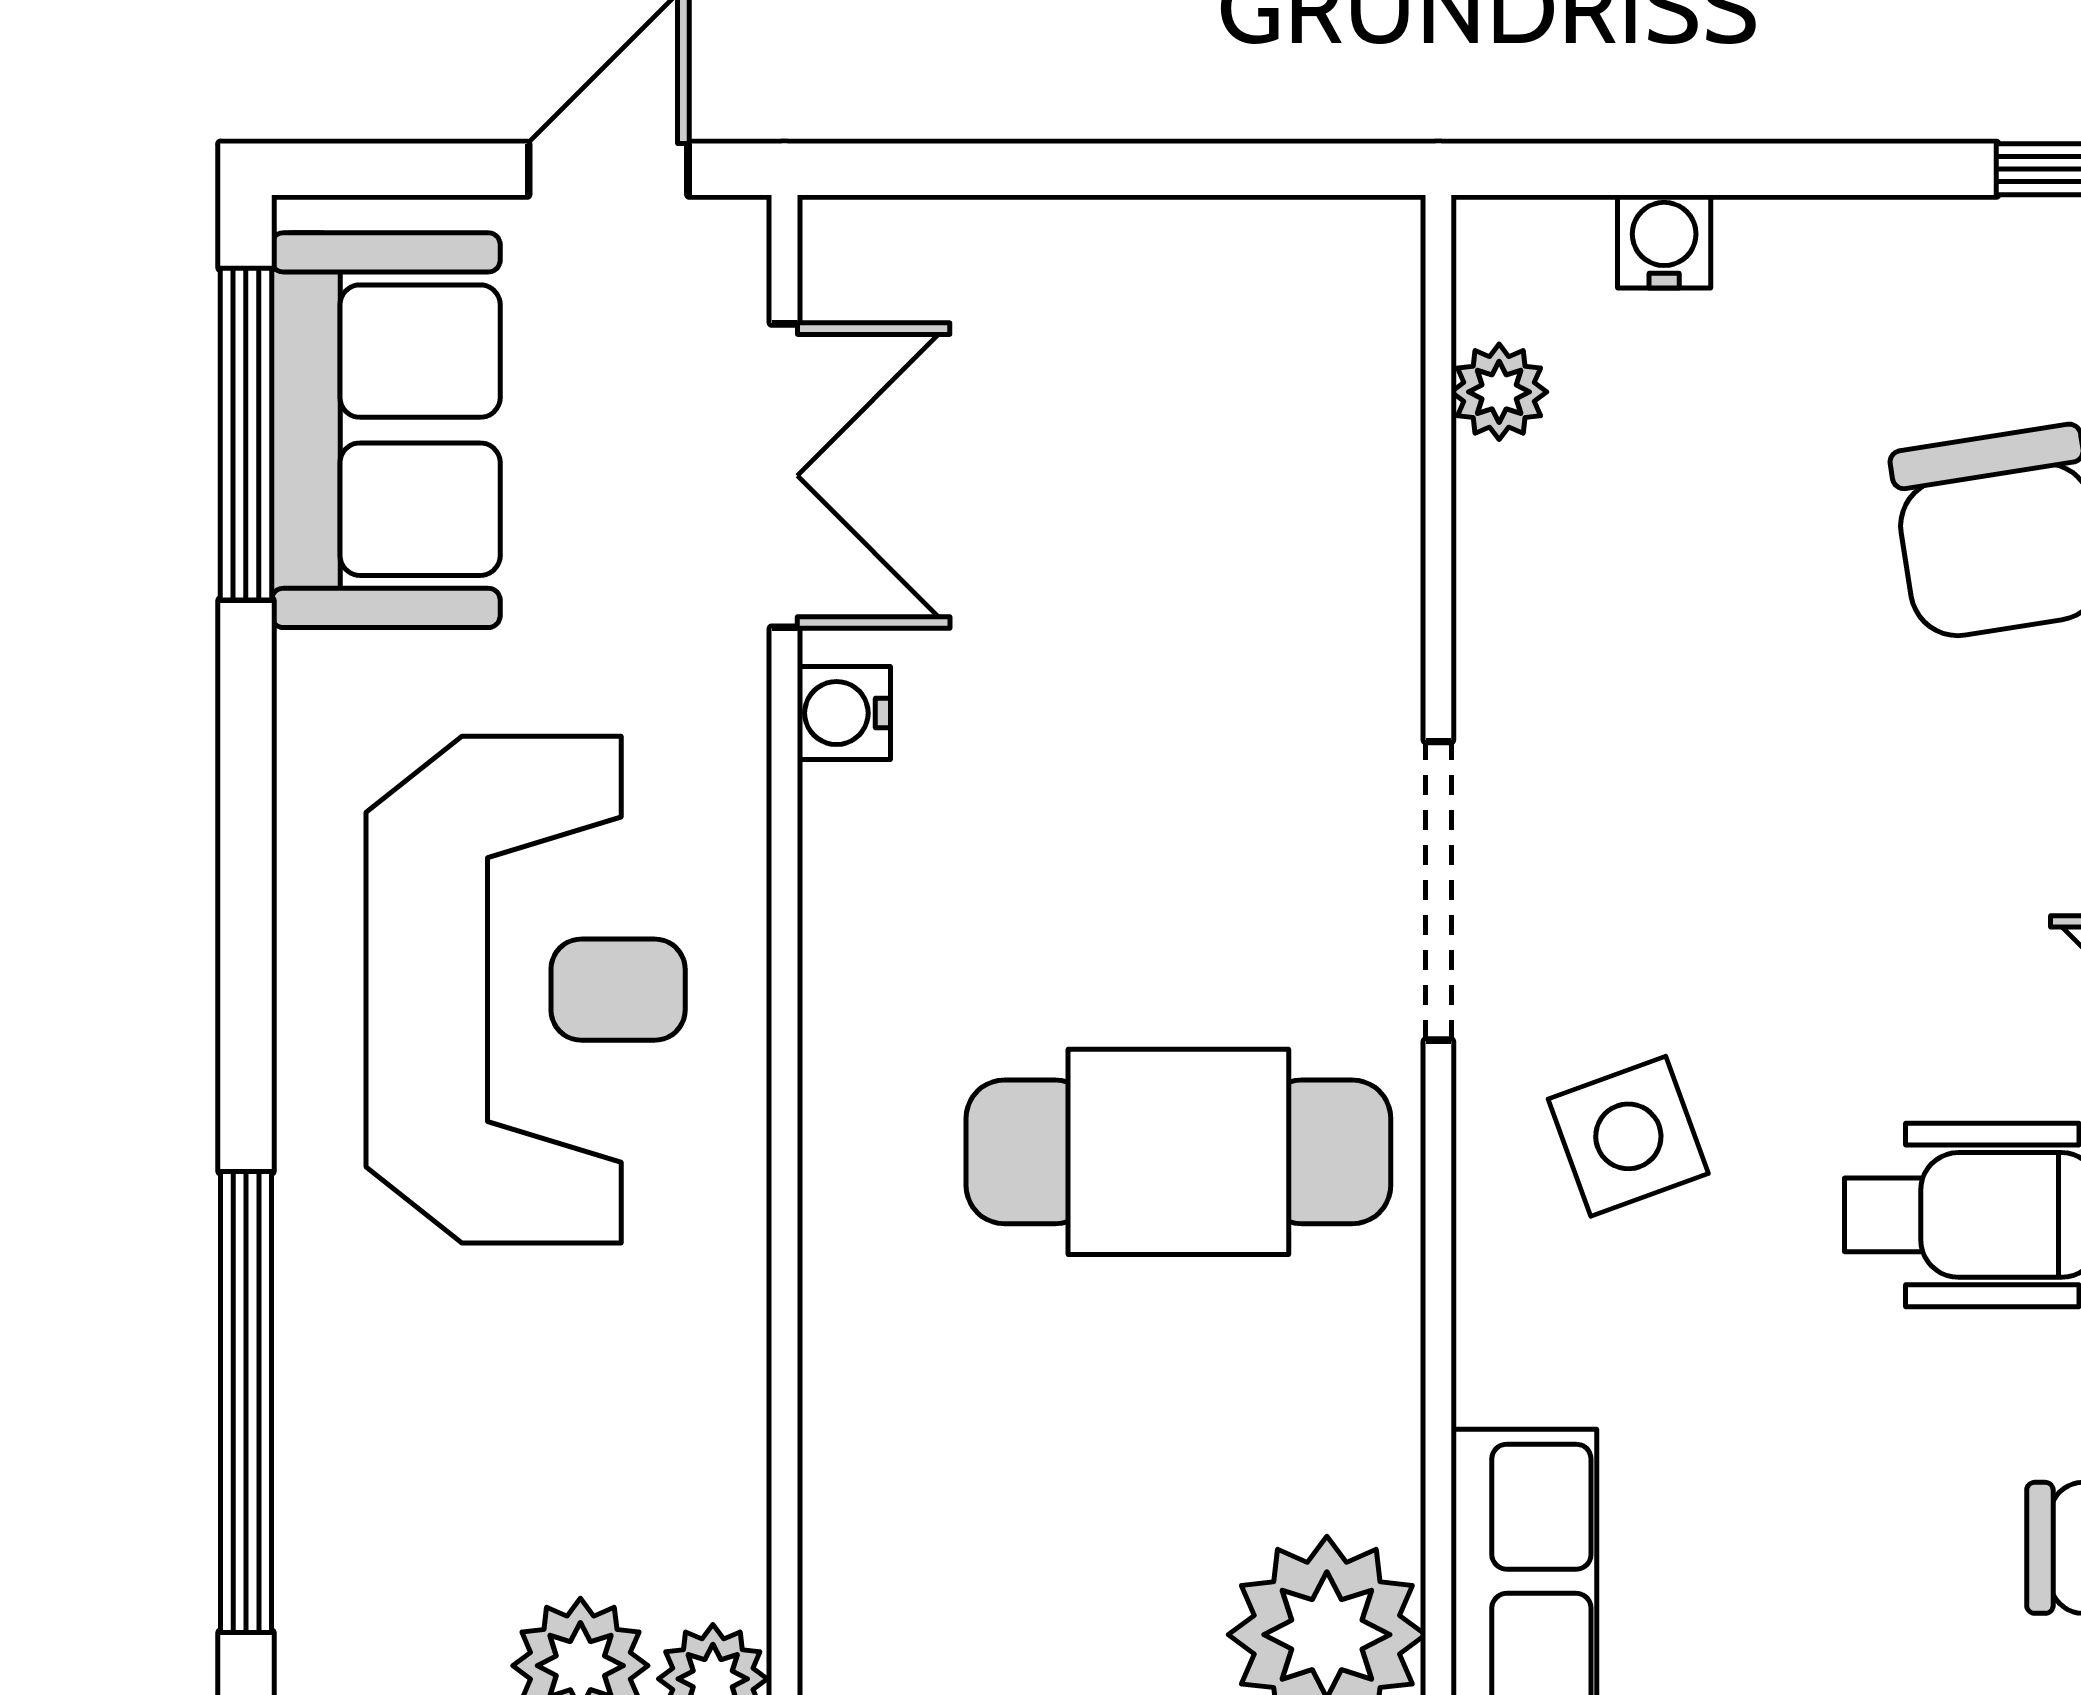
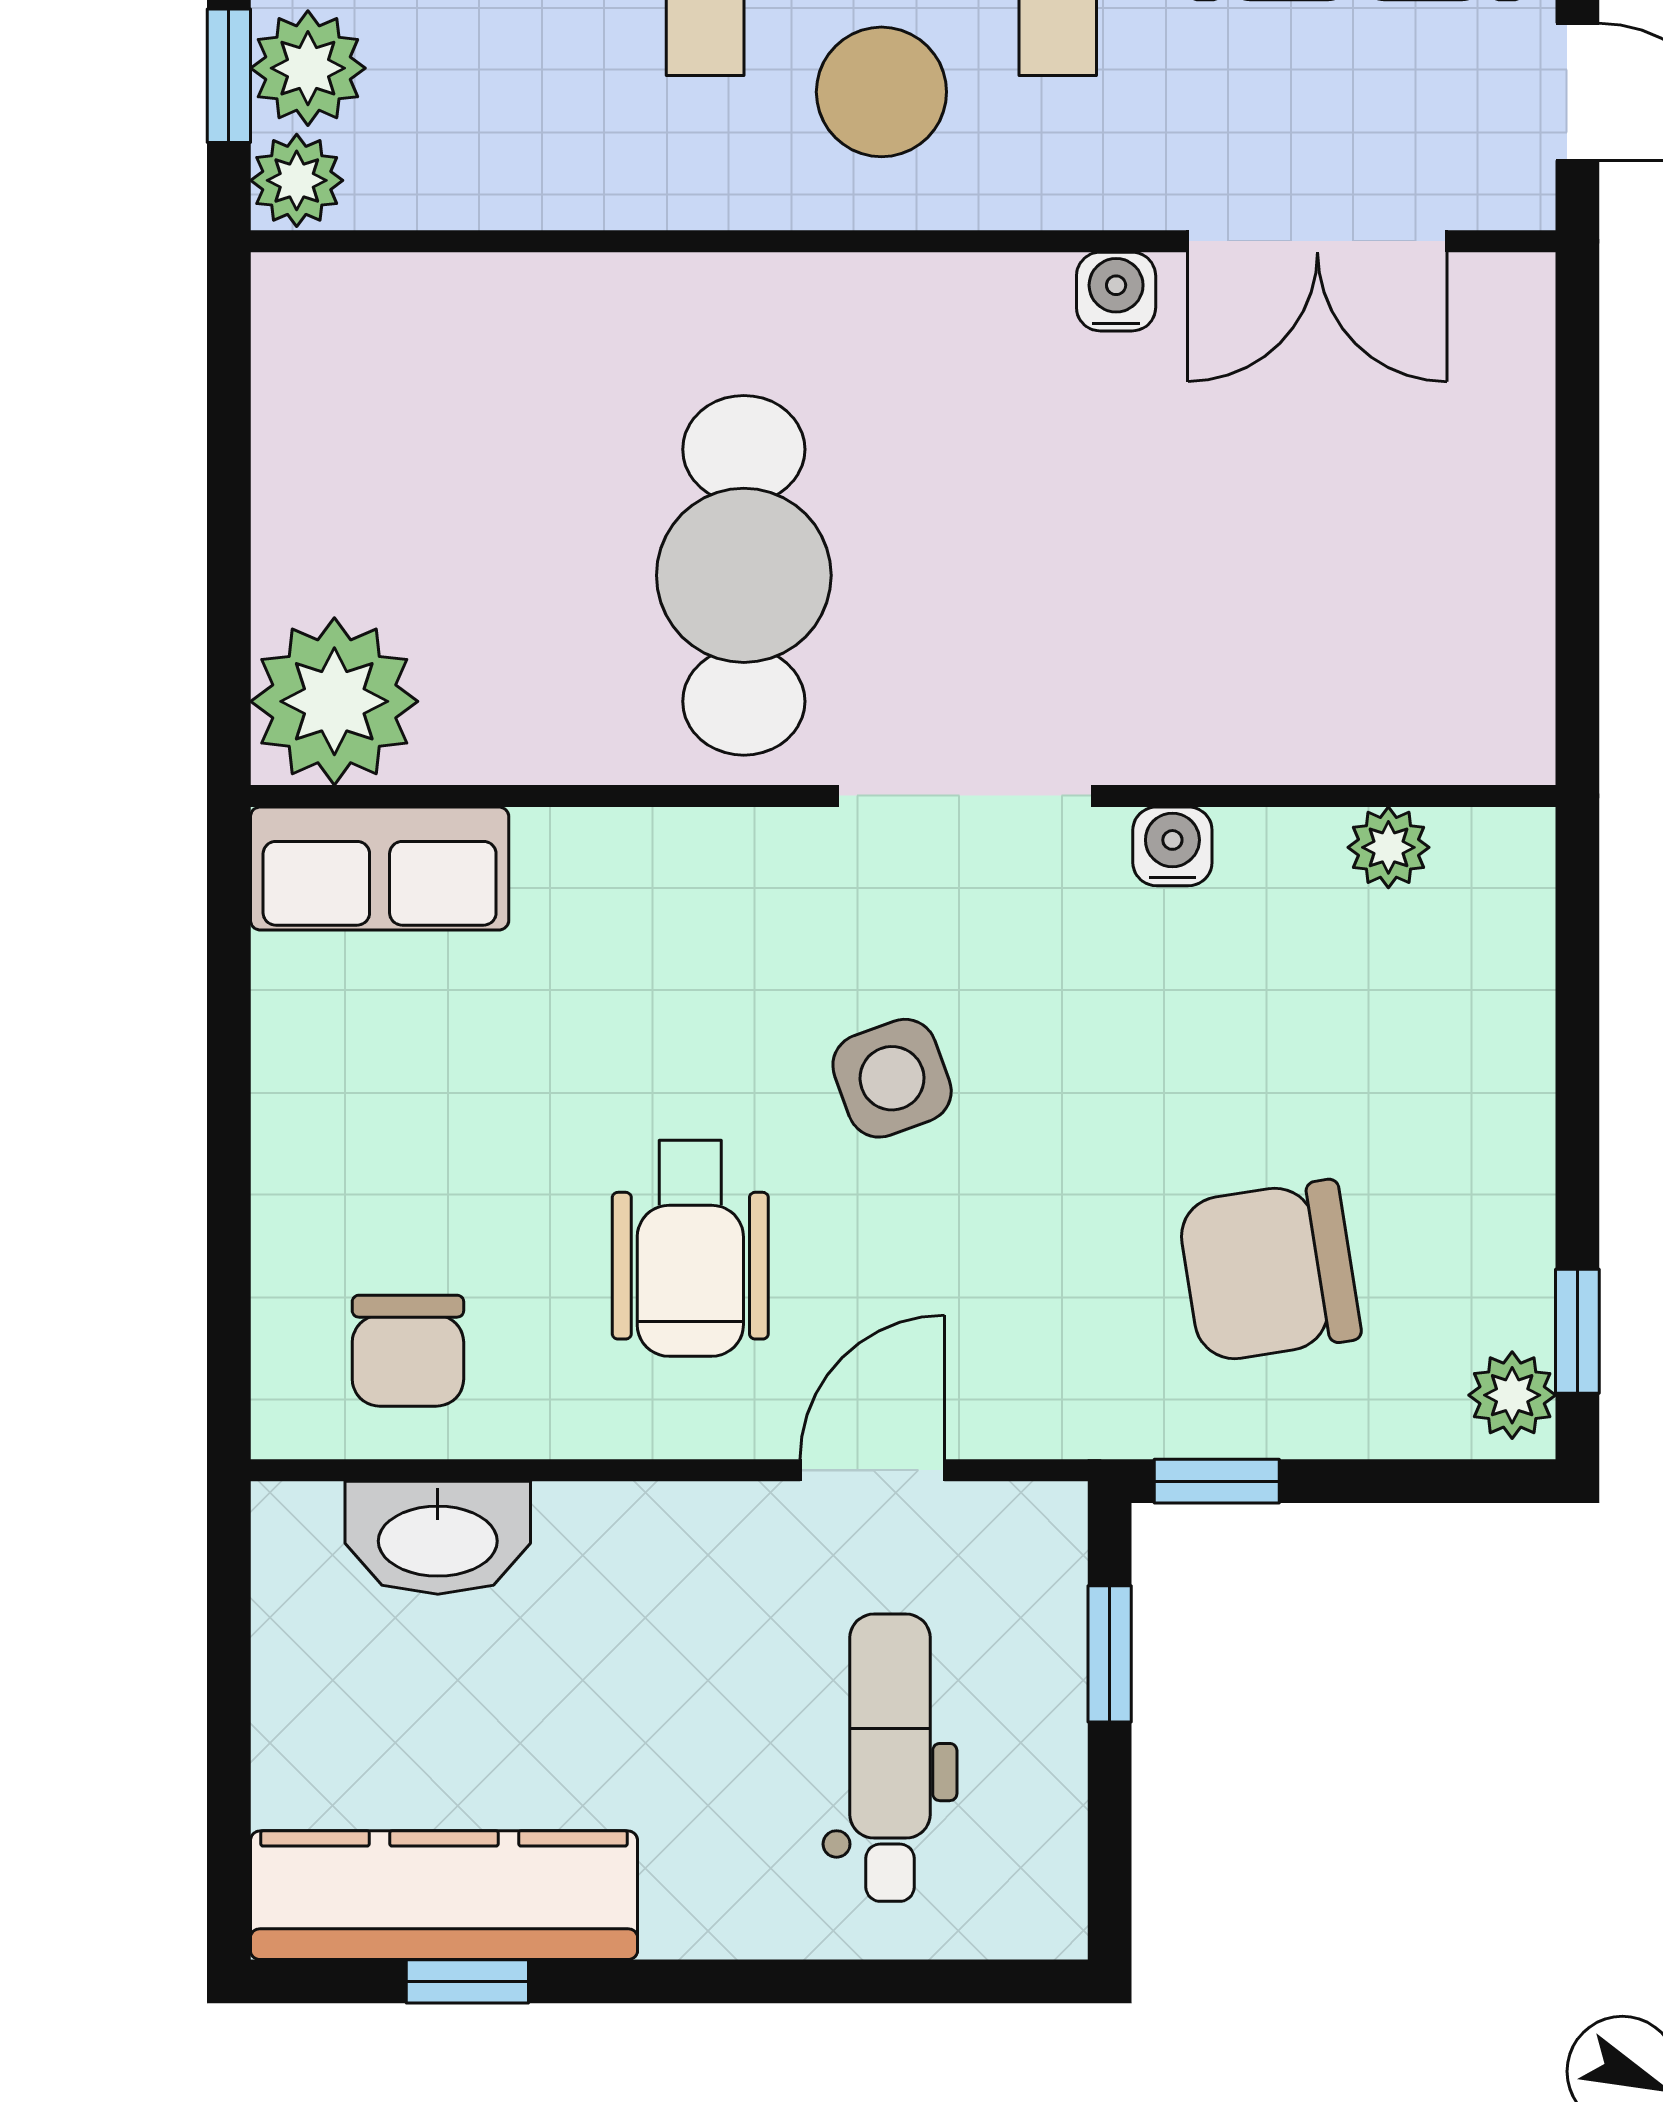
water cooler: (1664, 241) -> (1172, 846), moved, turned -90
side table: (1628, 1136) -> (892, 1078), moved

